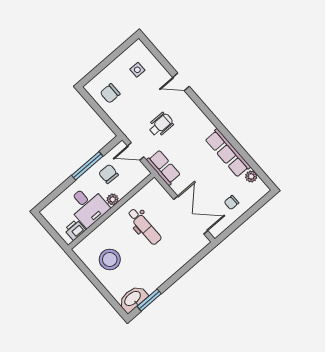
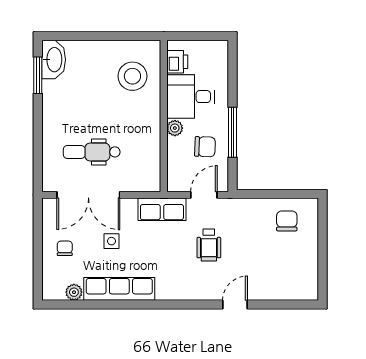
side table: (137, 70) -> (111, 241), moved
dental chair: (144, 226) -> (92, 152), moved
stool: (110, 259) -> (132, 76), moved

